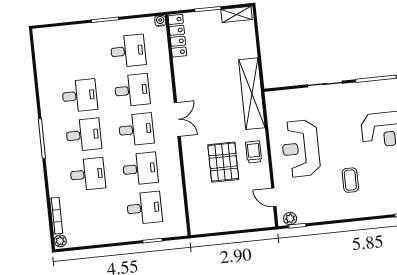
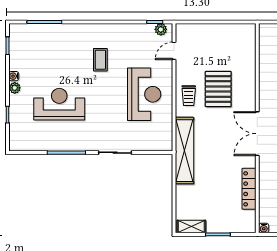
locker: (177, 36) -> (249, 189), moved
double door: (177, 119) -> (257, 134), width x1.37
door: (274, 197) -> (174, 51), swing flipped

